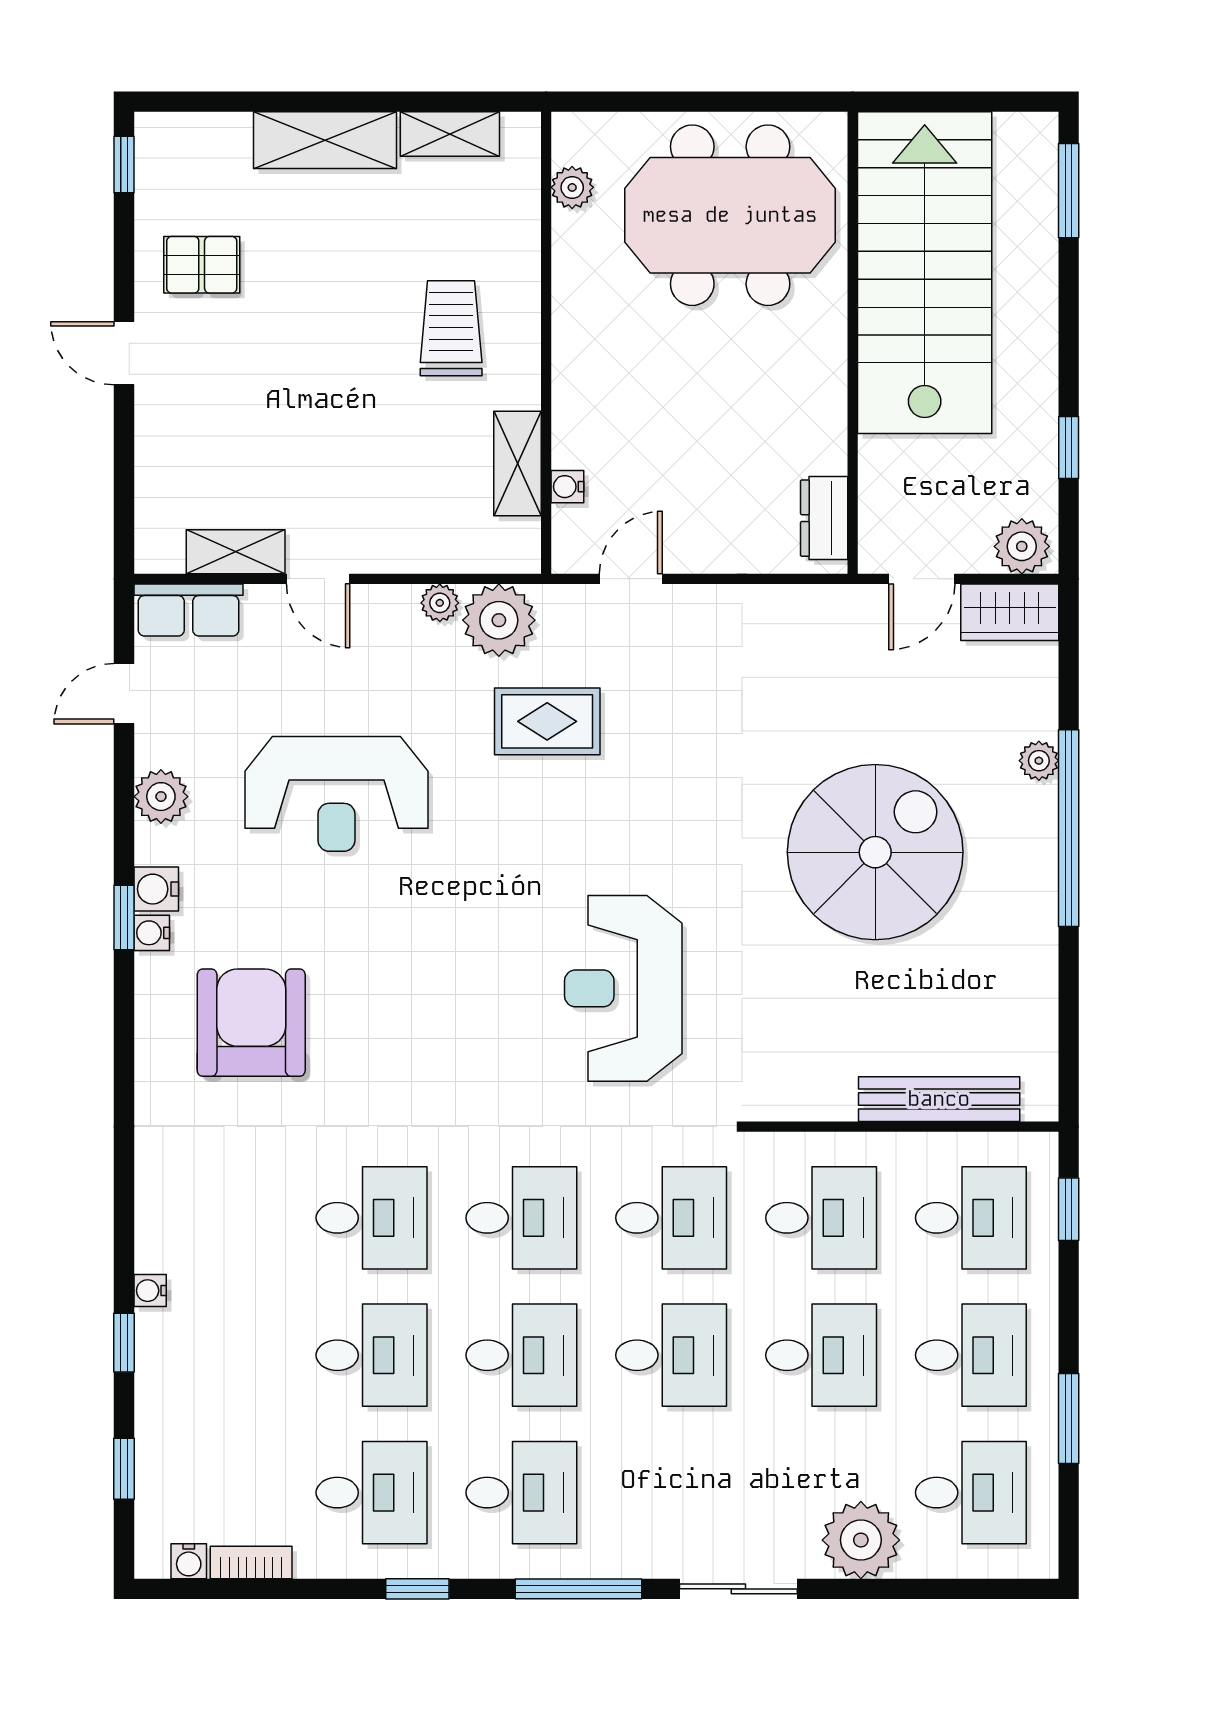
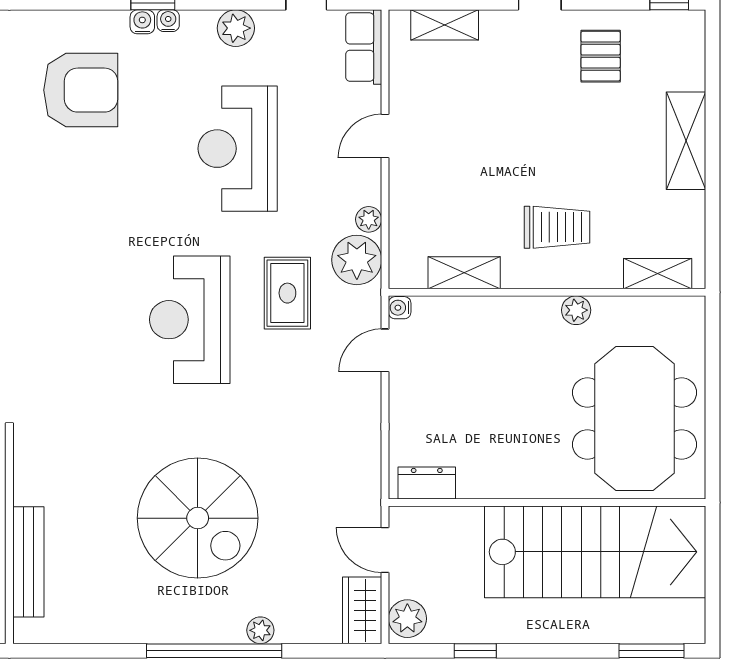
shelving: (450, 134) -> (658, 274), moved, turned 90
plant: (572, 187) -> (576, 310), moved
water cooler: (567, 487) -> (400, 308), moved, turned -90
shelving: (236, 552) -> (445, 25), moved, turned 90
door: (631, 579) -> (385, 350), swing flipped
water cooler: (156, 889) -> (168, 21), width x0.72, depth x0.72
reception desk: (623, 988) -> (190, 320), moved, turned -90

